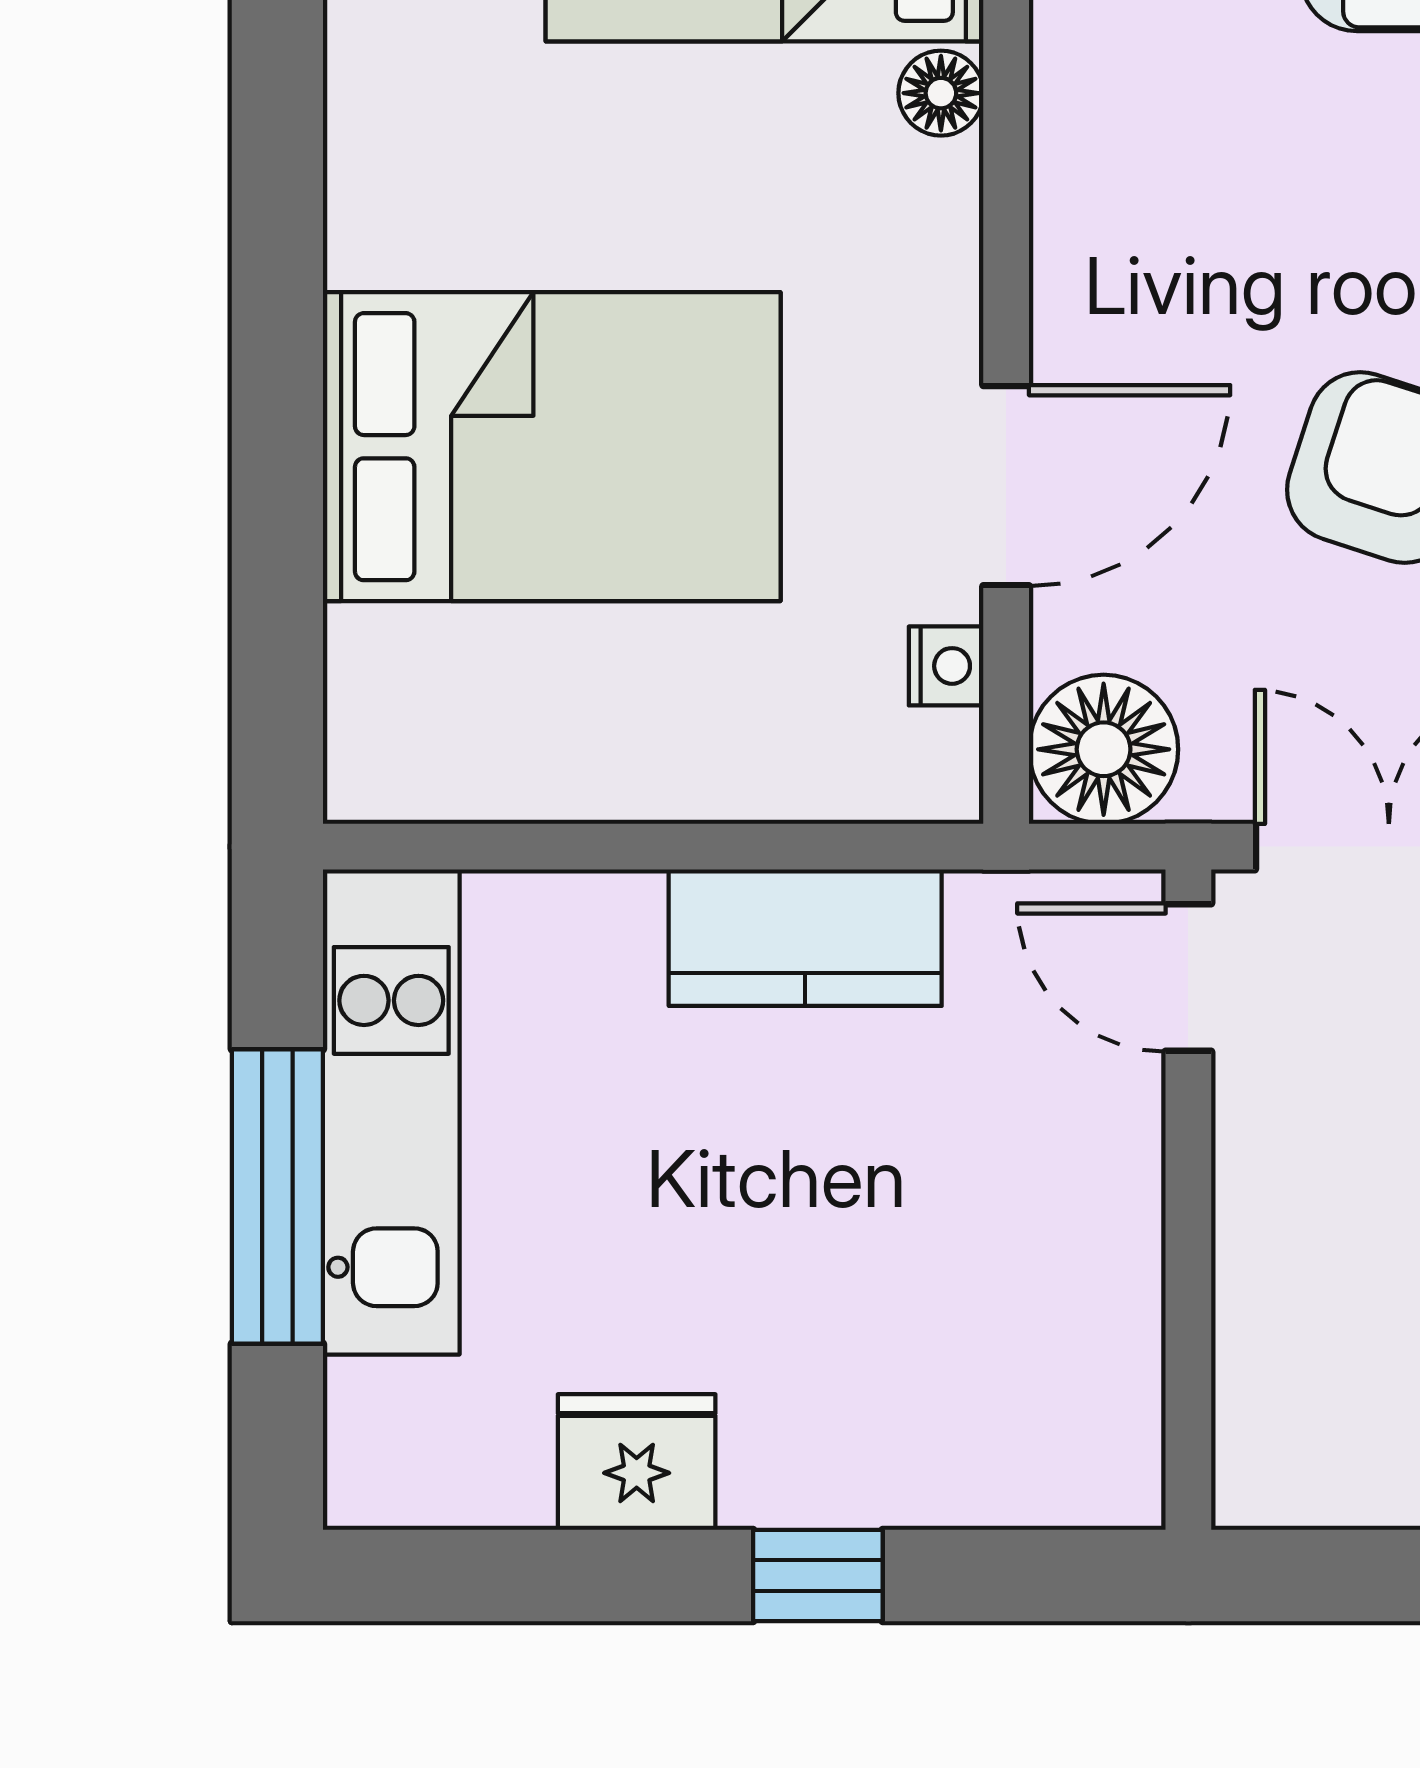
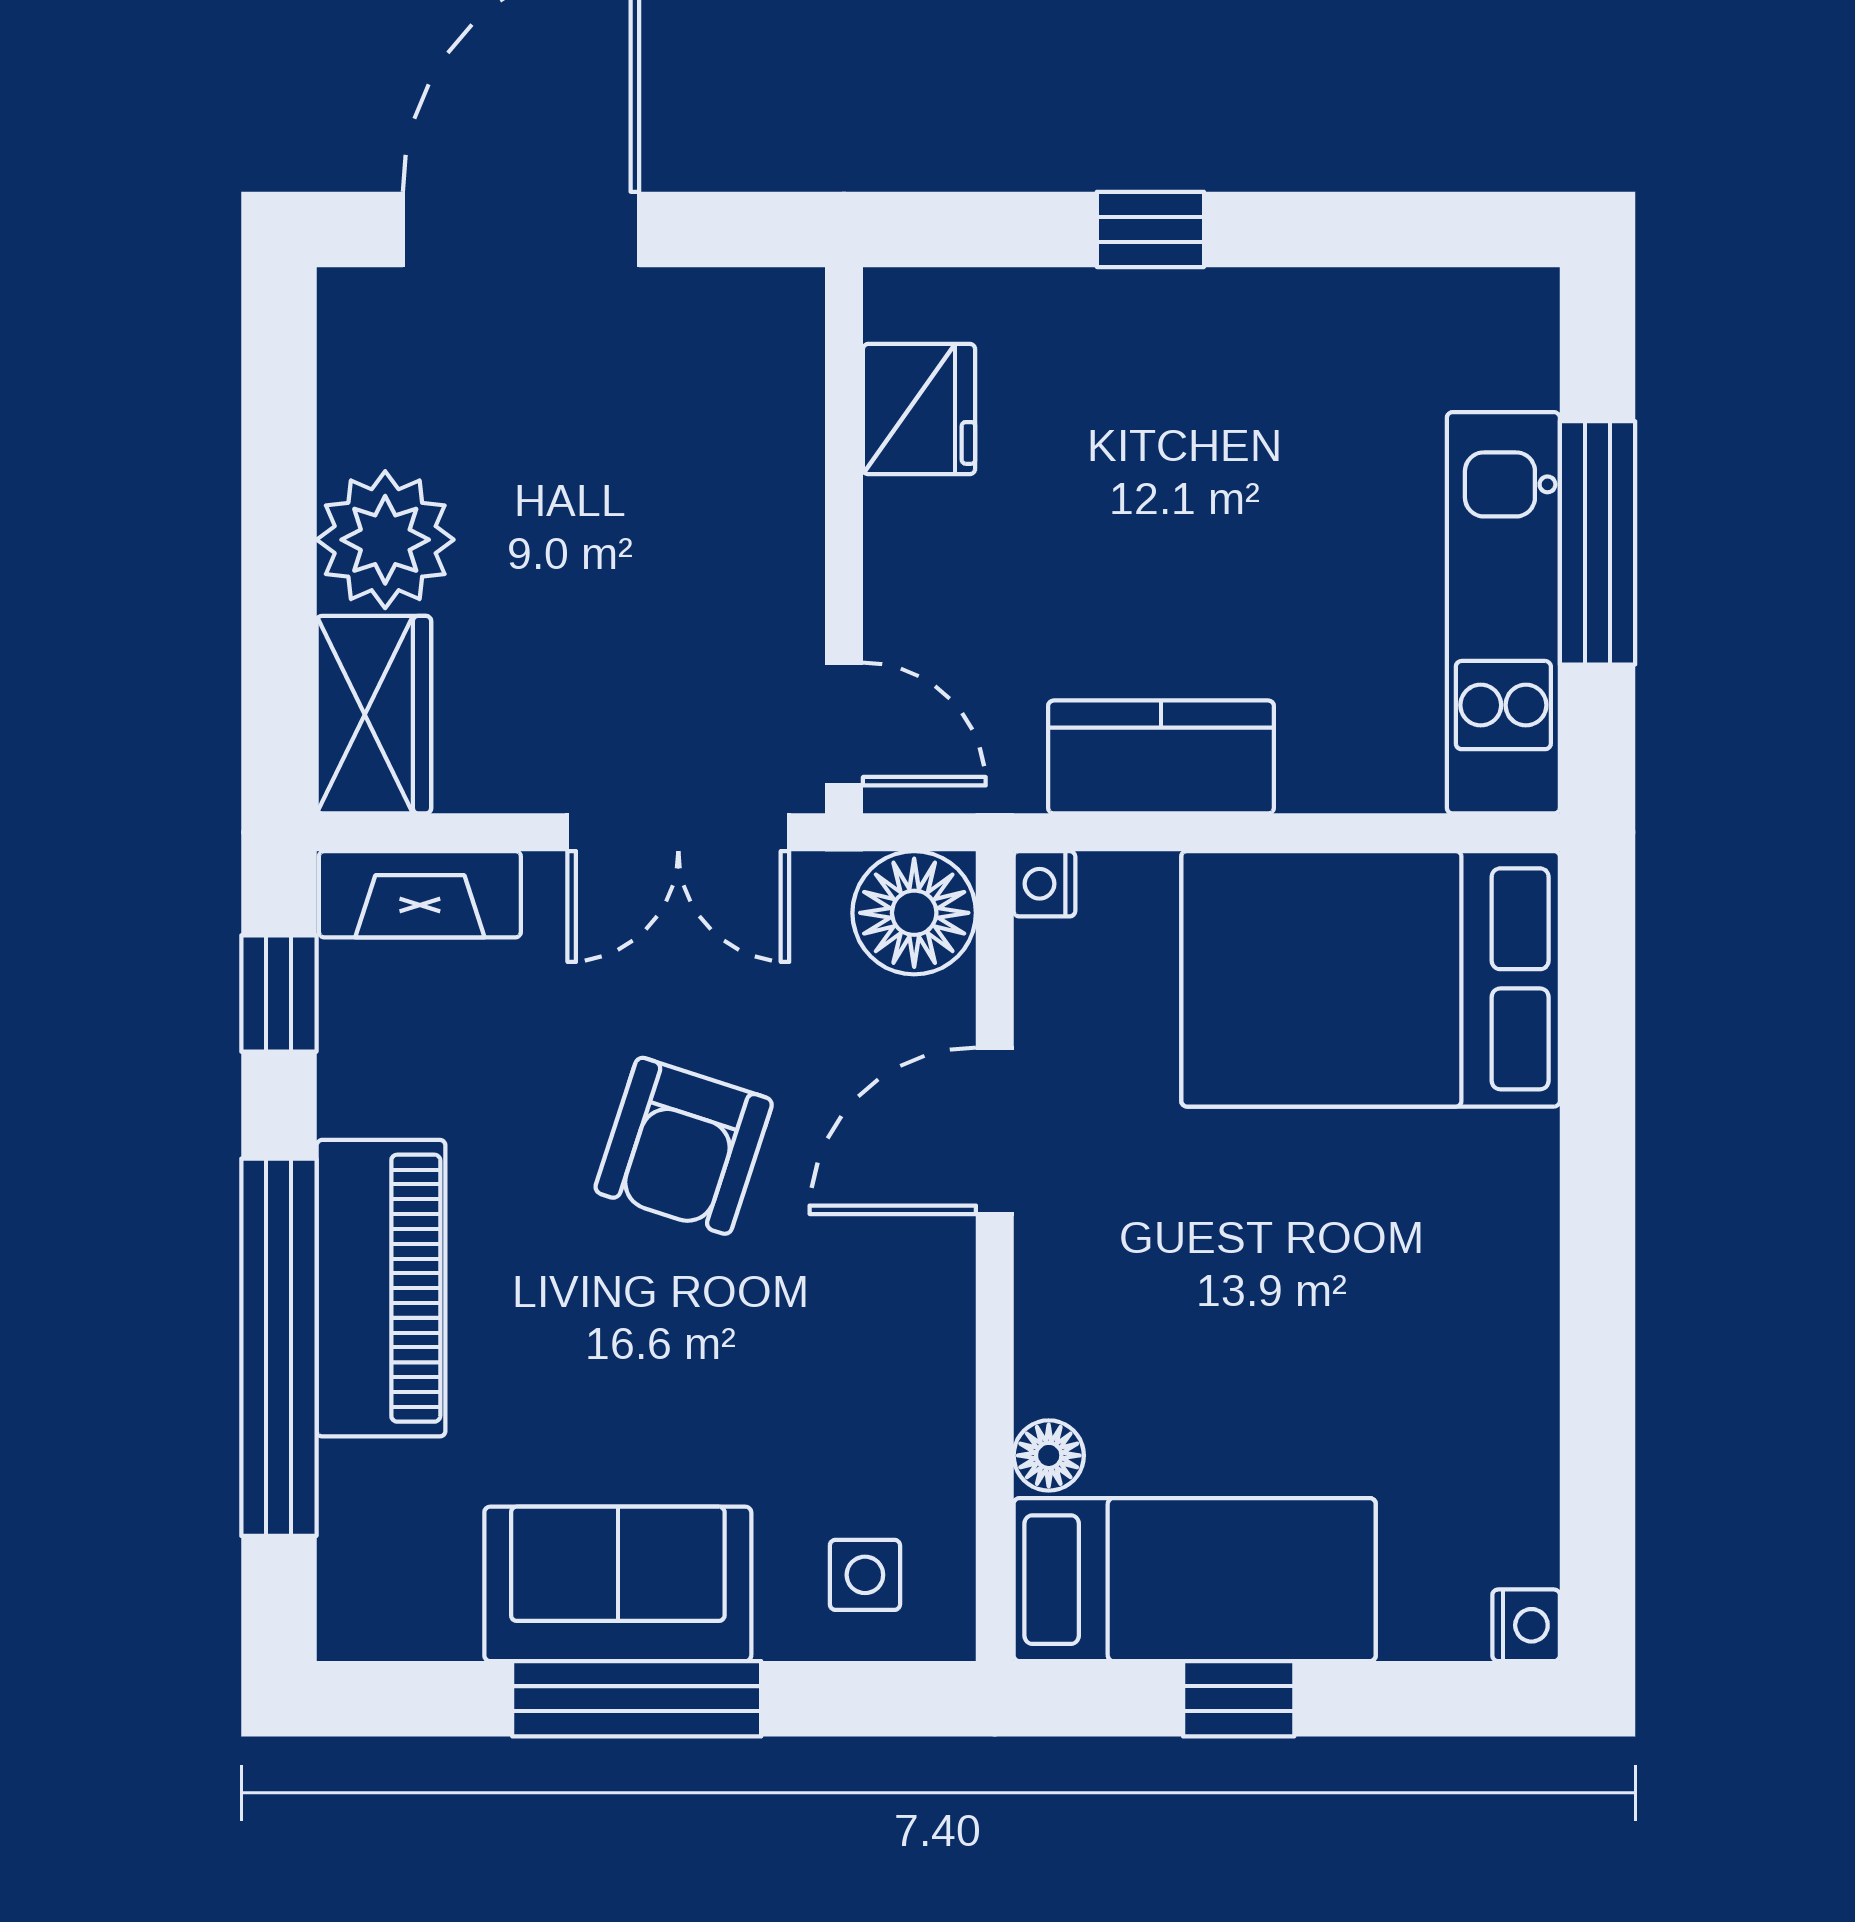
bed: (552, 447) -> (1371, 979), moved
nightstand: (946, 666) -> (1044, 884), moved
fridge: (637, 1462) -> (919, 409), moved, turned -90

